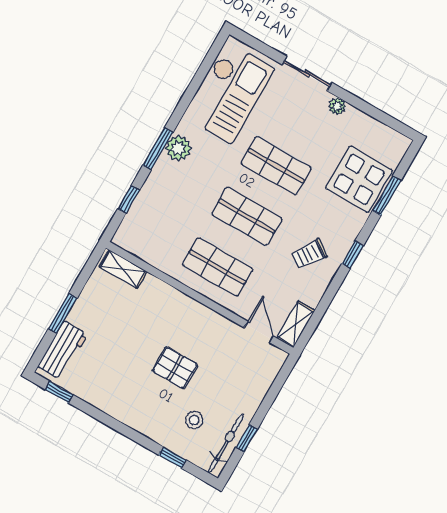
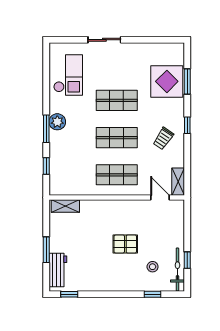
checkout: (230, 93) -> (68, 75), width x0.73, depth x0.83
plant: (337, 106) -> (132, 48), removed

